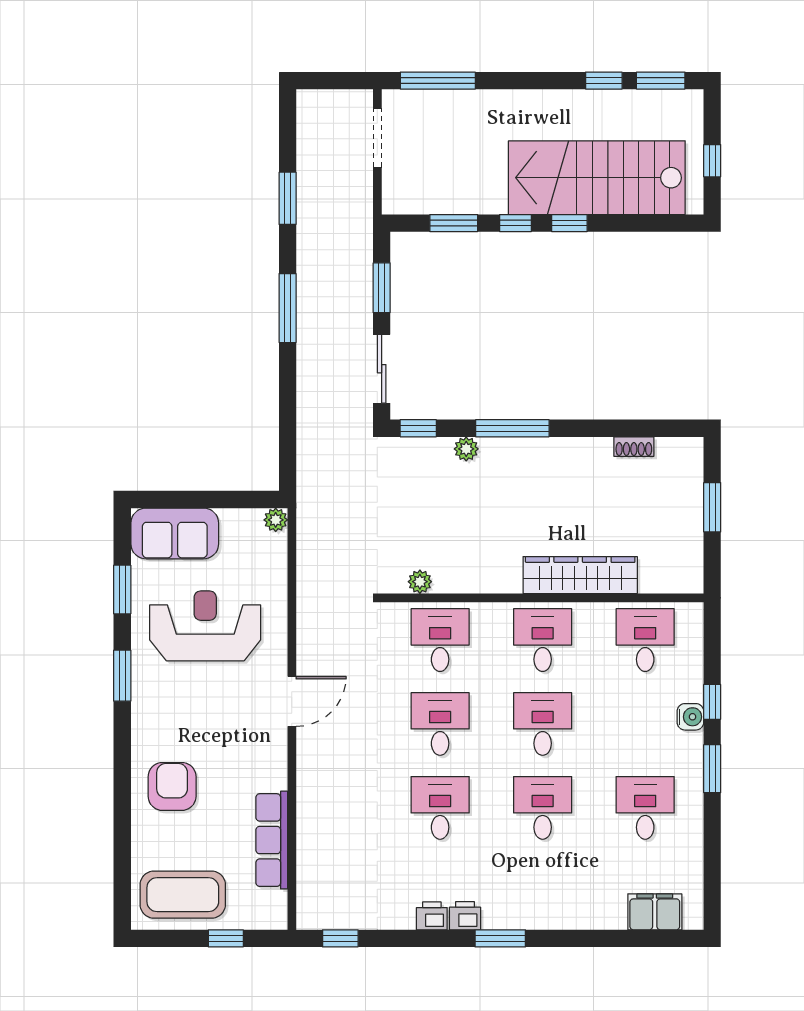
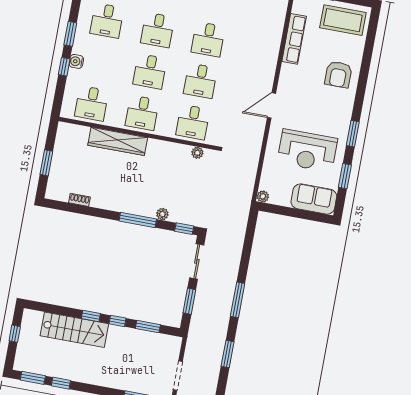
stairs: (597, 178) -> (74, 330), width x0.73, depth x0.66

